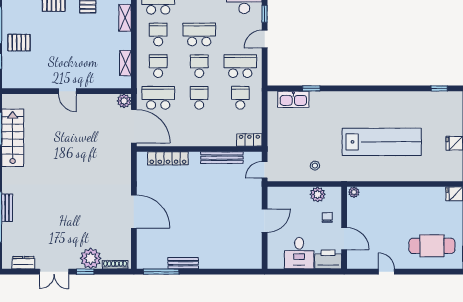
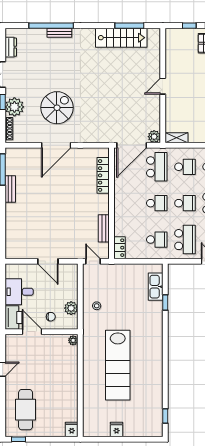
shelving: (125, 63) -> (177, 138), moved
bench: (222, 158) -> (104, 228), width x0.73
spiral stairs: (92, 210) -> (57, 108), added
door: (344, 239) -> (32, 332), swing flipped

